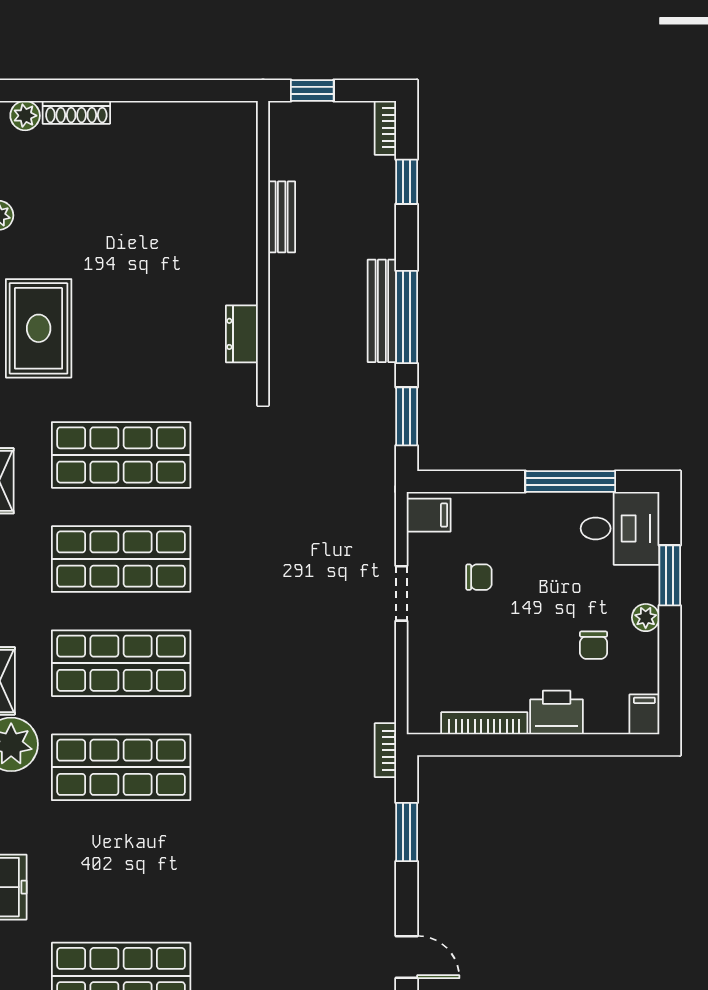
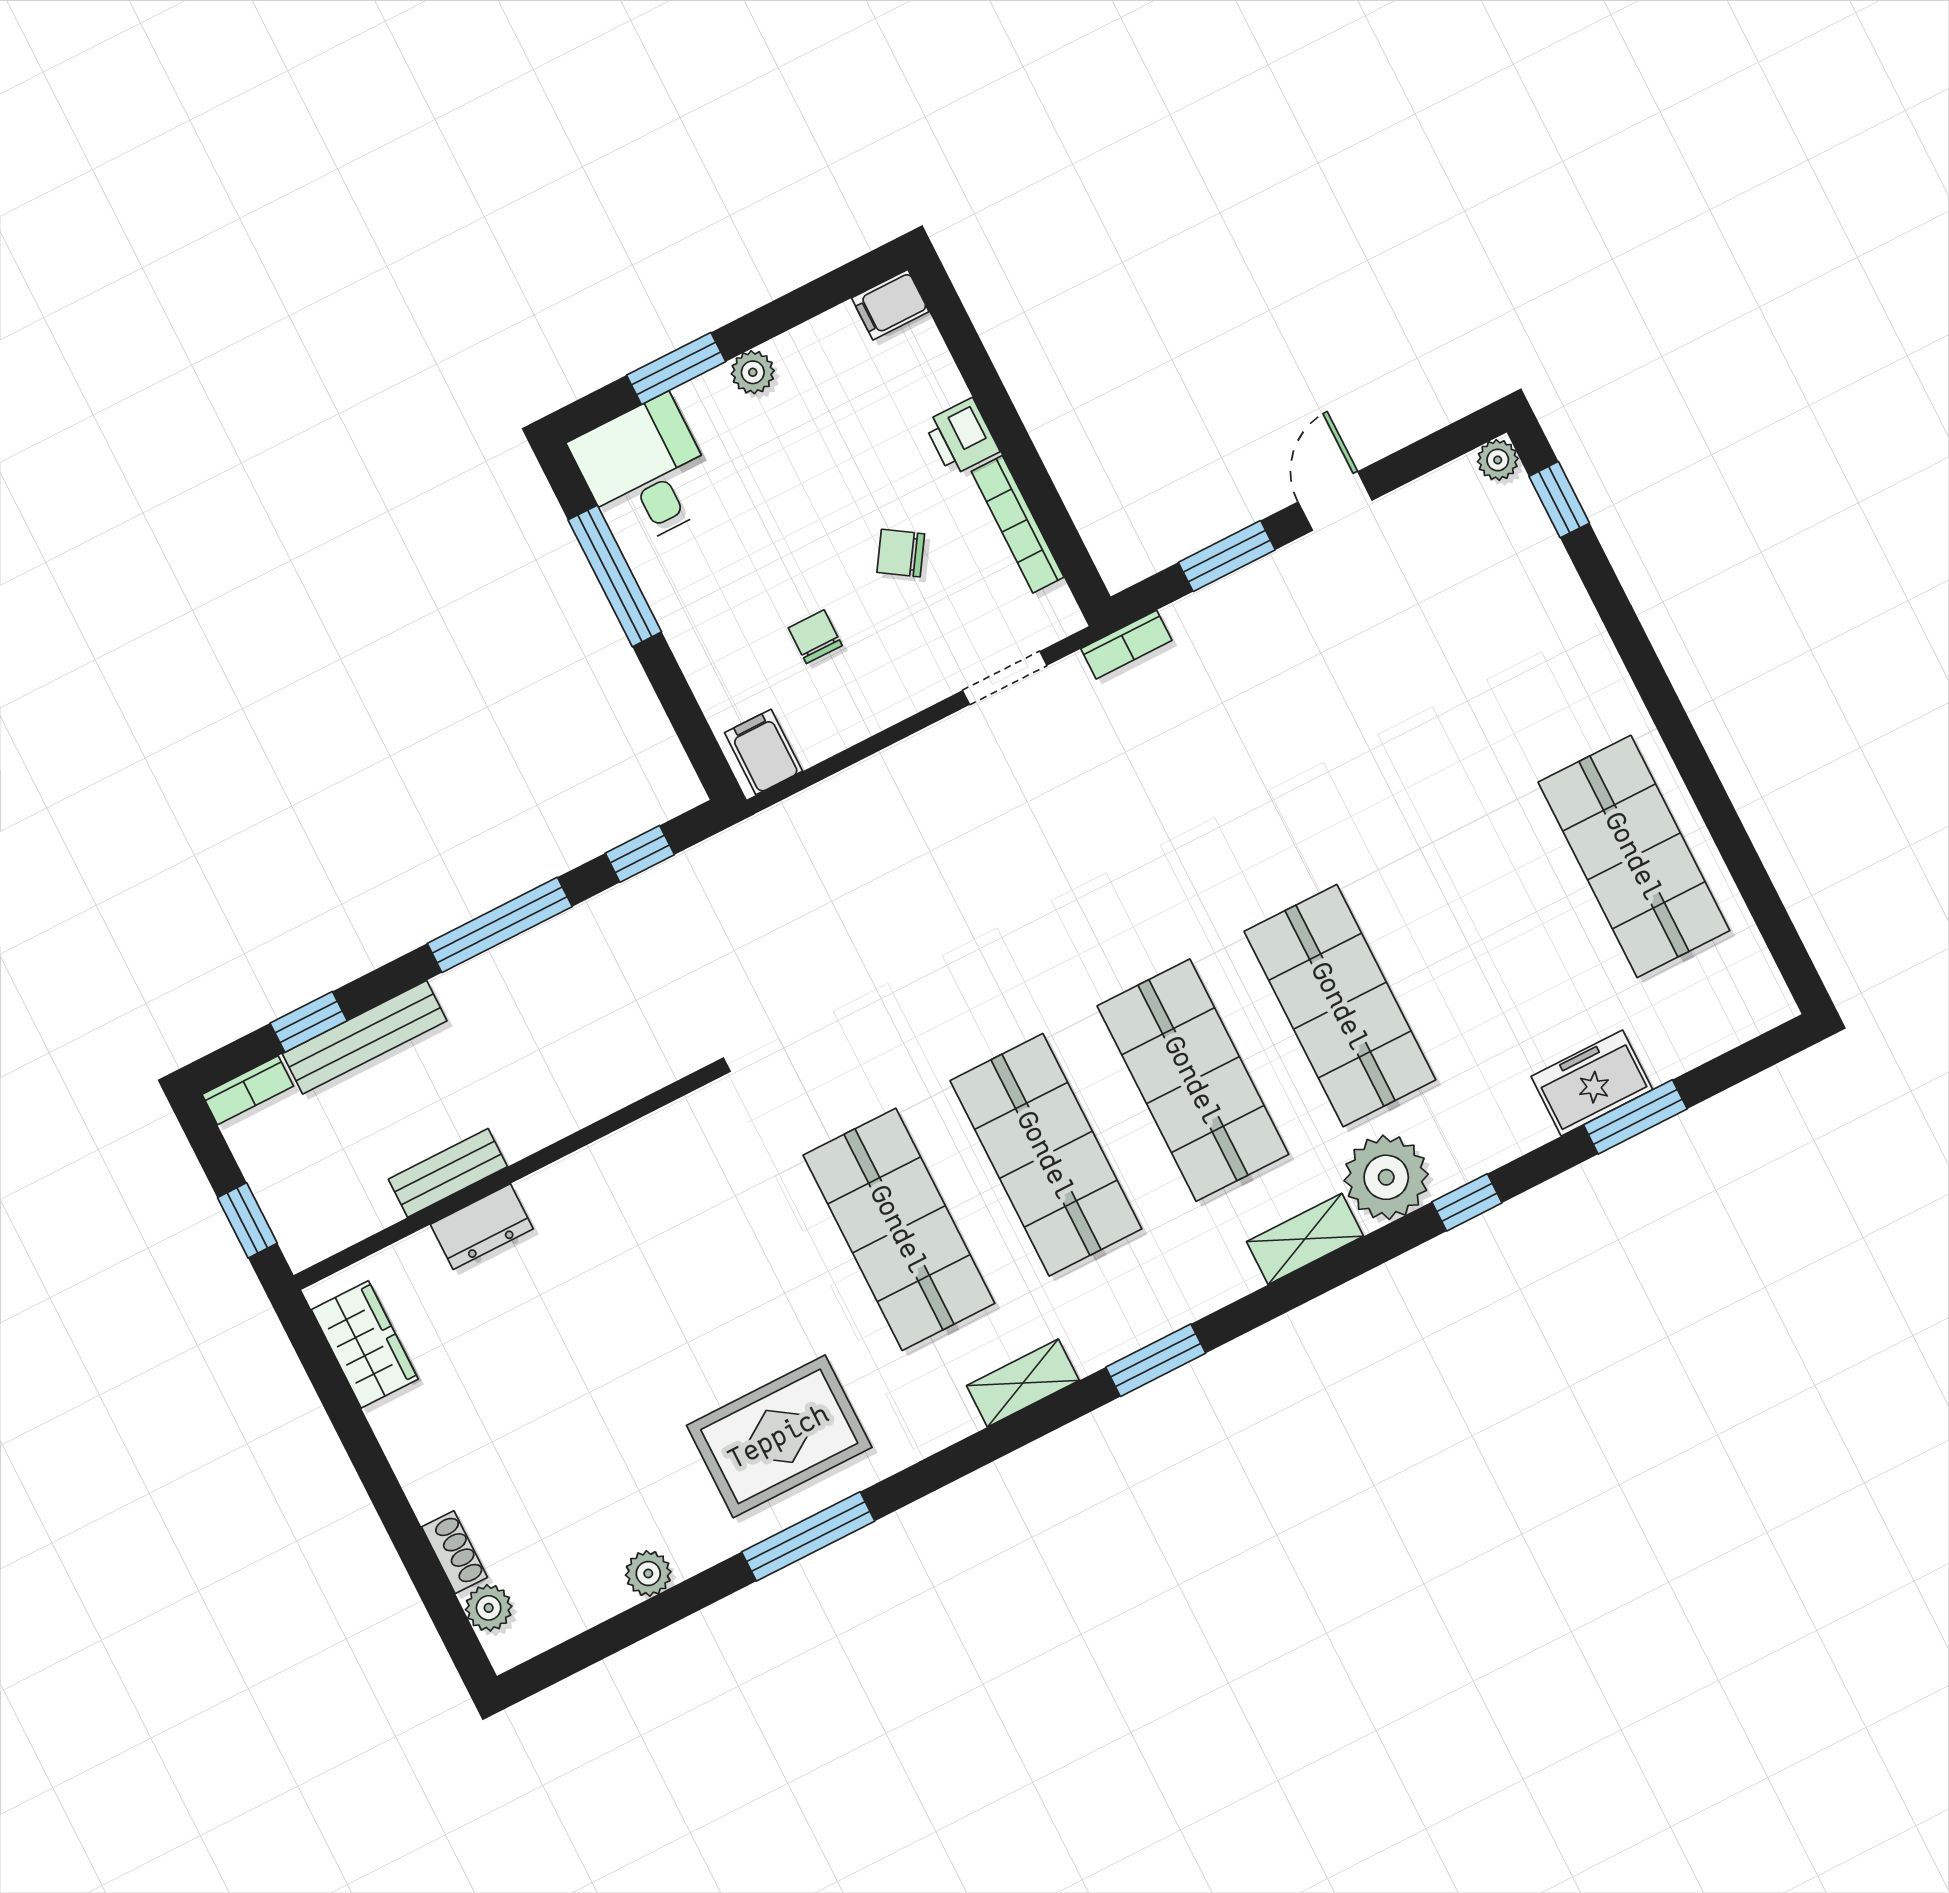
shoe rack: (76, 112) -> (455, 1552), width x0.70
wardrobe: (209, 121) -> (365, 1344), added
bench: (382, 311) -> (365, 1037), moved
dresser: (242, 334) -> (482, 1227), moved
window: (407, 416) -> (640, 854), width x0.67
doorway: (401, 593) -> (1005, 678), moved
chair: (594, 645) -> (901, 553), moved, turned -147
printer: (557, 713) -> (962, 437), width x0.73, depth x0.81
door: (407, 957) -> (1335, 501), moved

